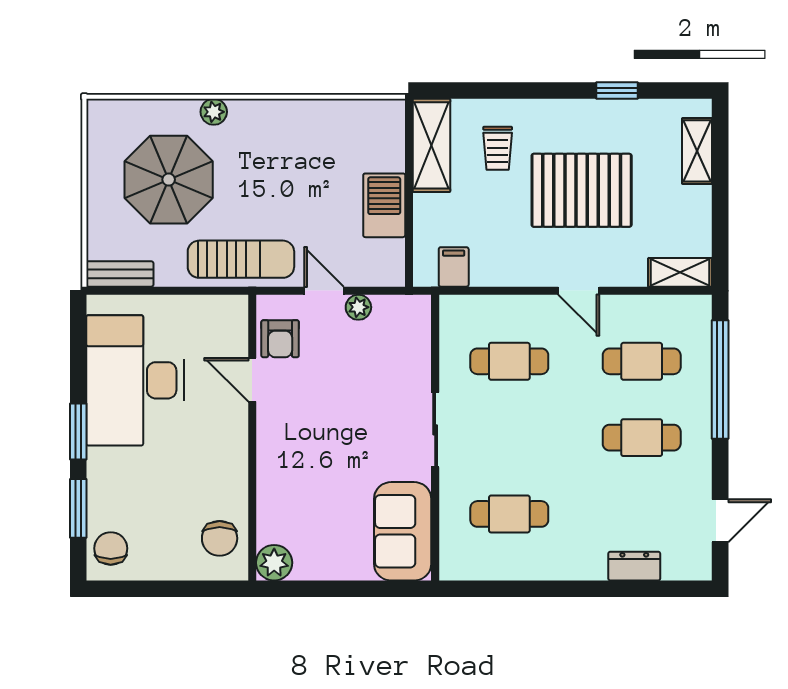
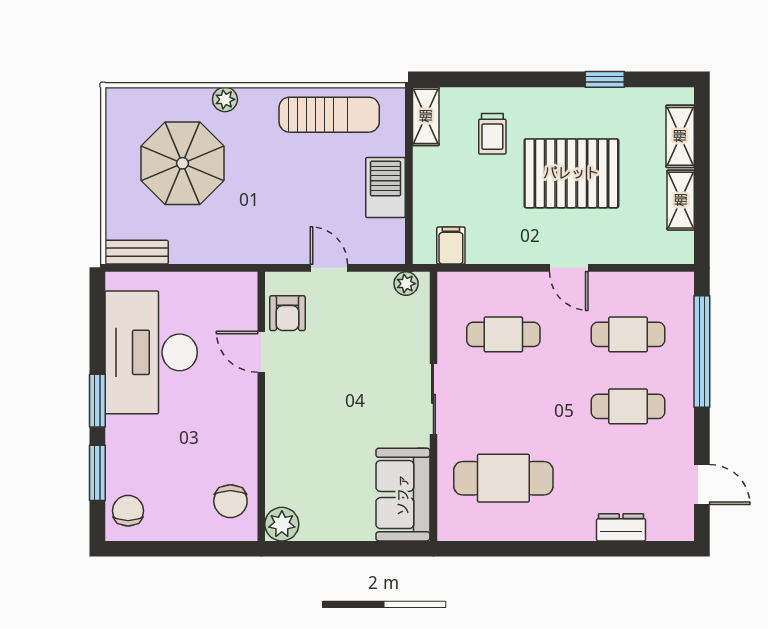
shelving: (432, 145) -> (426, 116), width x0.67, depth x0.75
sun lounger: (241, 259) -> (329, 115), moved
shelving: (680, 272) -> (681, 200), moved, turned 90
plant: (358, 307) -> (406, 284), moved
cafe table: (509, 514) -> (503, 478), width x1.37, depth x1.35
door: (720, 521) -> (702, 485), hinge flipped

